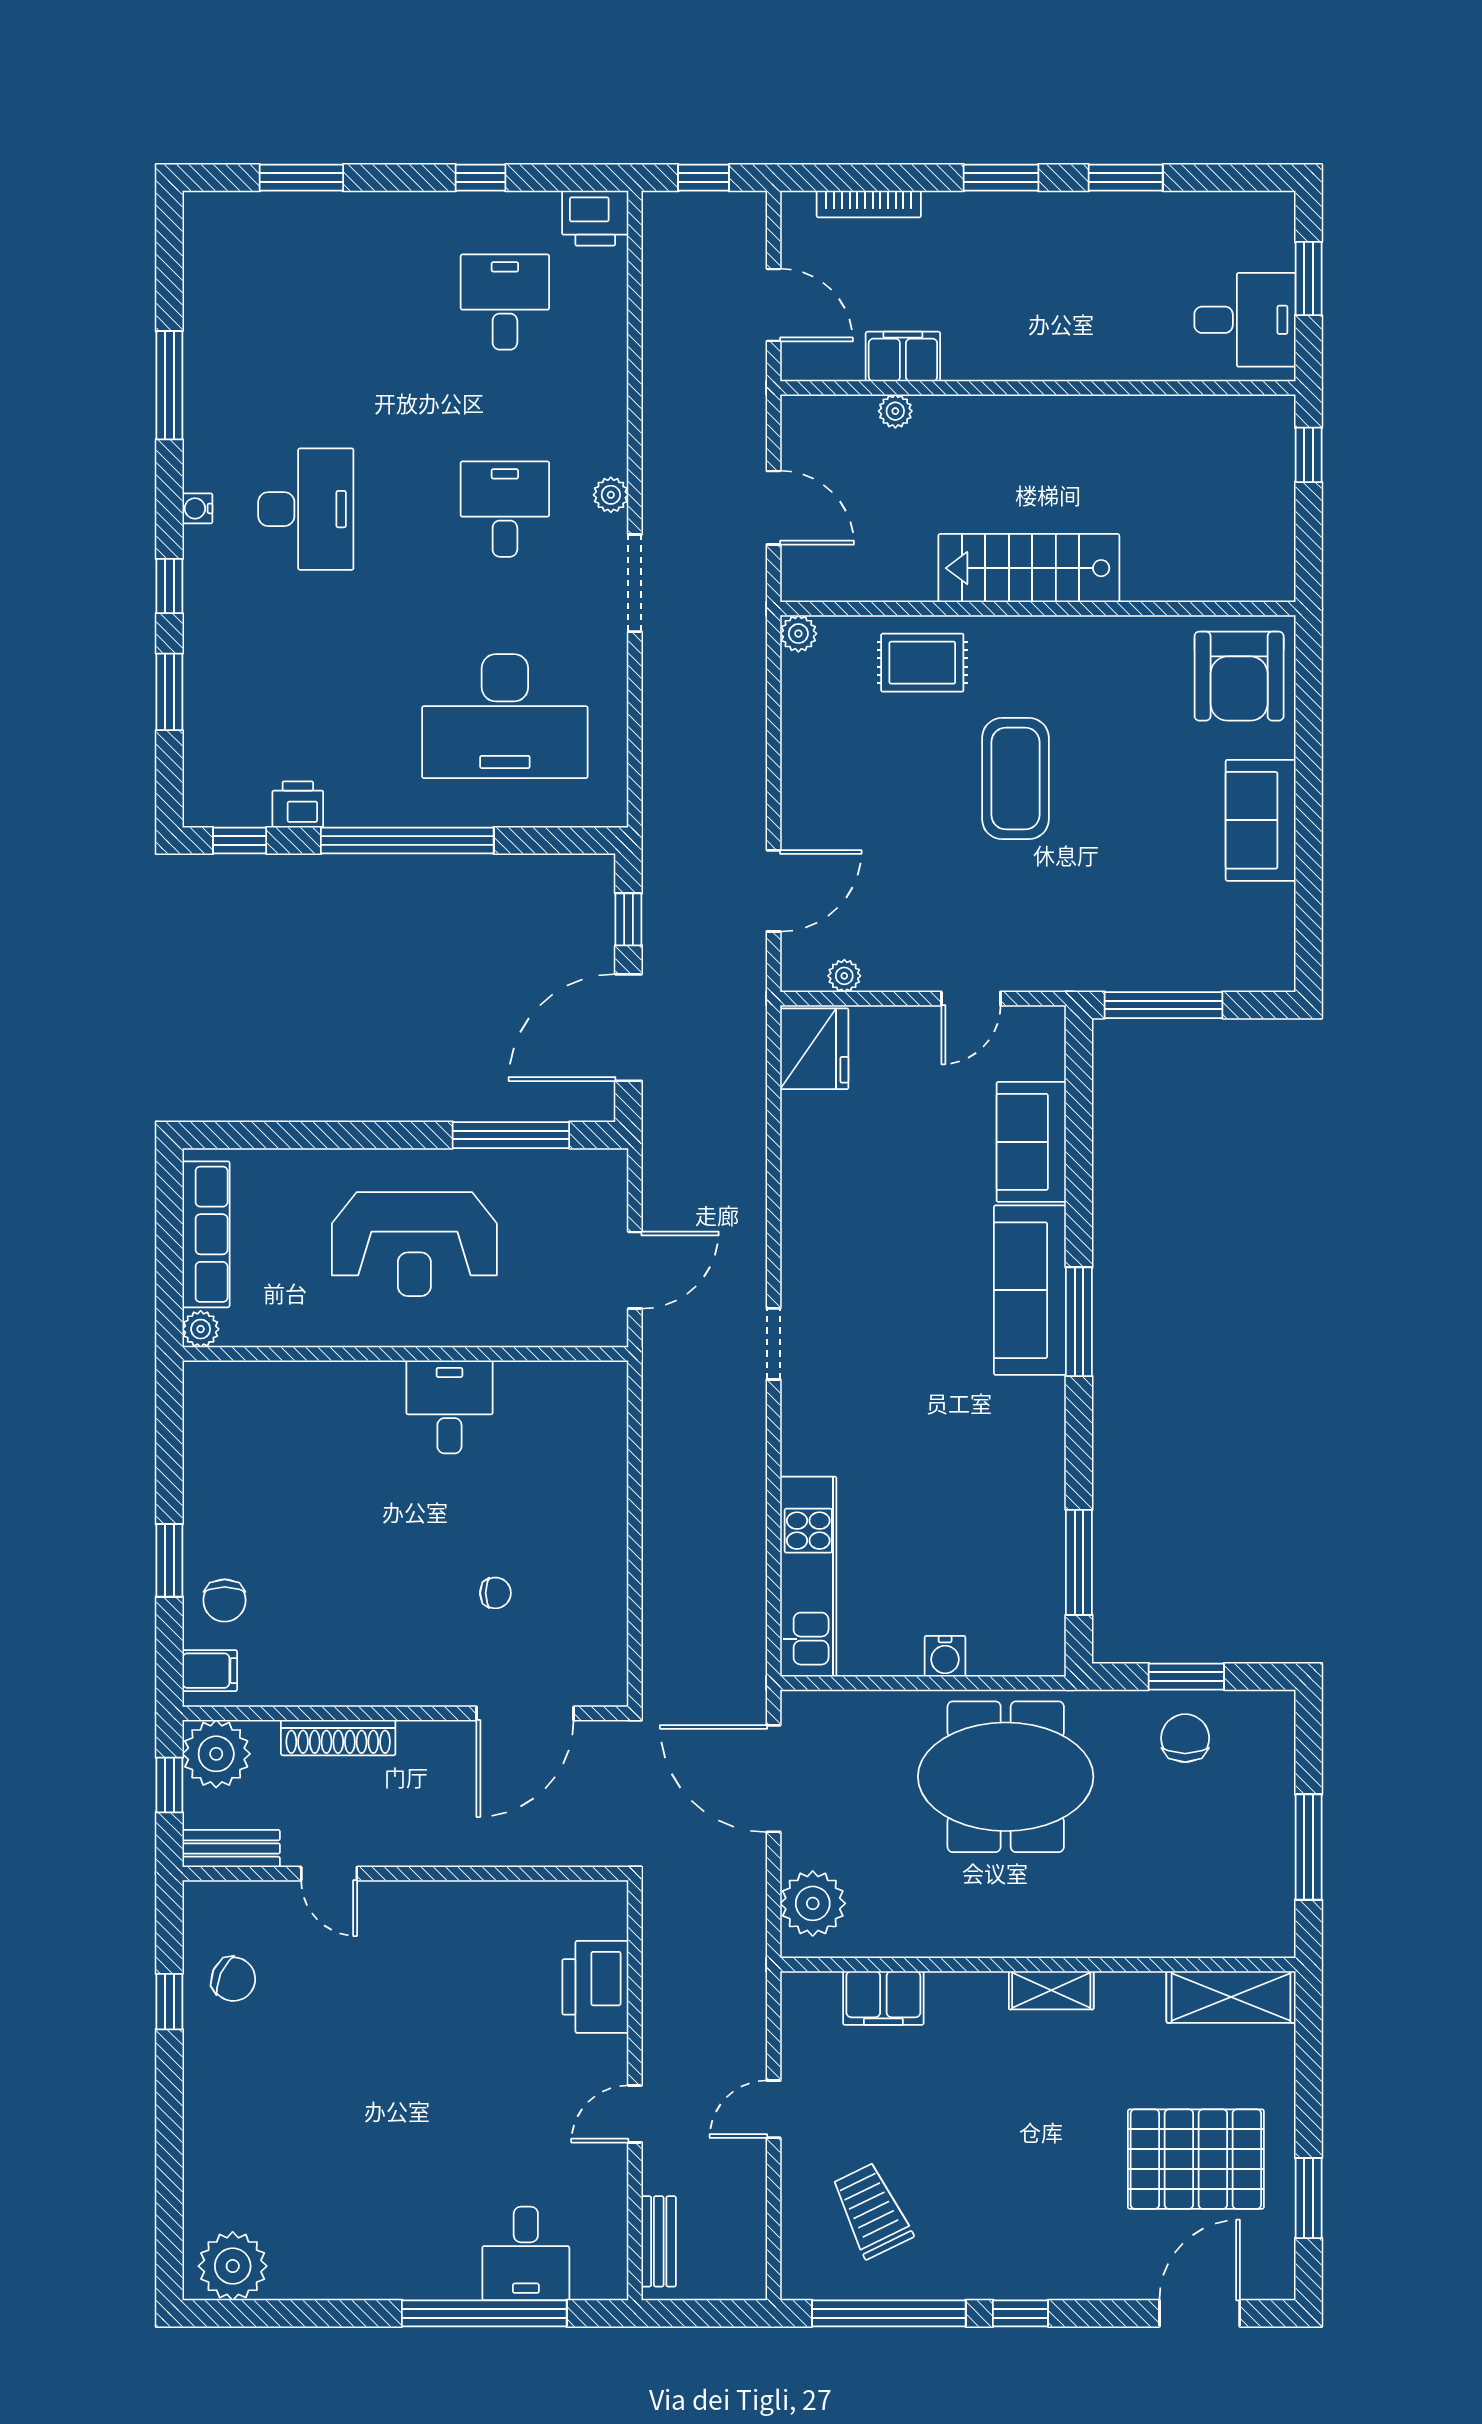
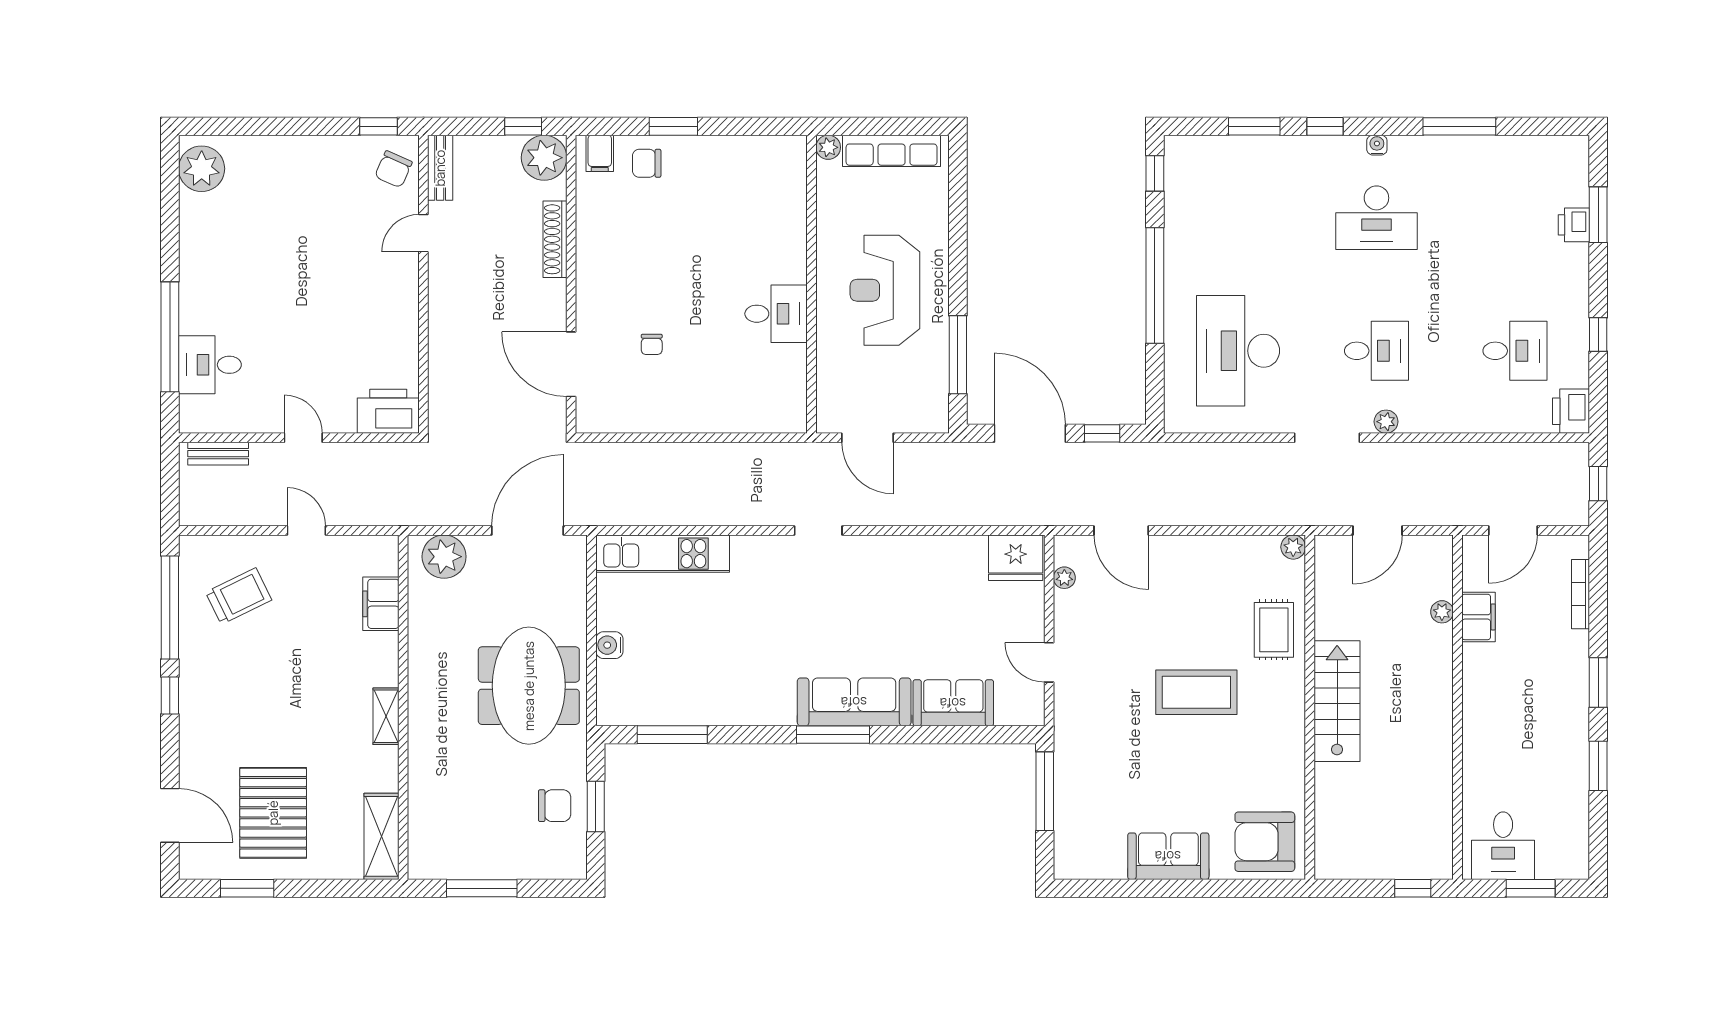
printer: (298, 804) -> (1574, 225), moved, turned 180
bench: (231, 1849) -> (440, 168), moved
door: (329, 1874) -> (423, 233), moved
wall: (405, 1874) -> (423, 284), moved

